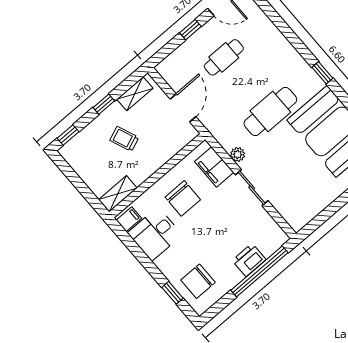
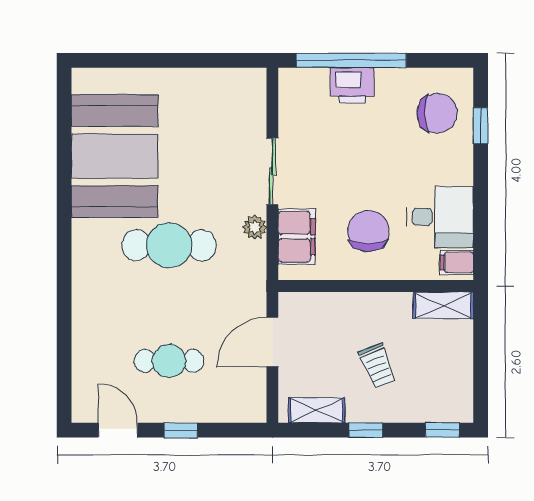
window: (322, 73) -> (64, 238), removed

